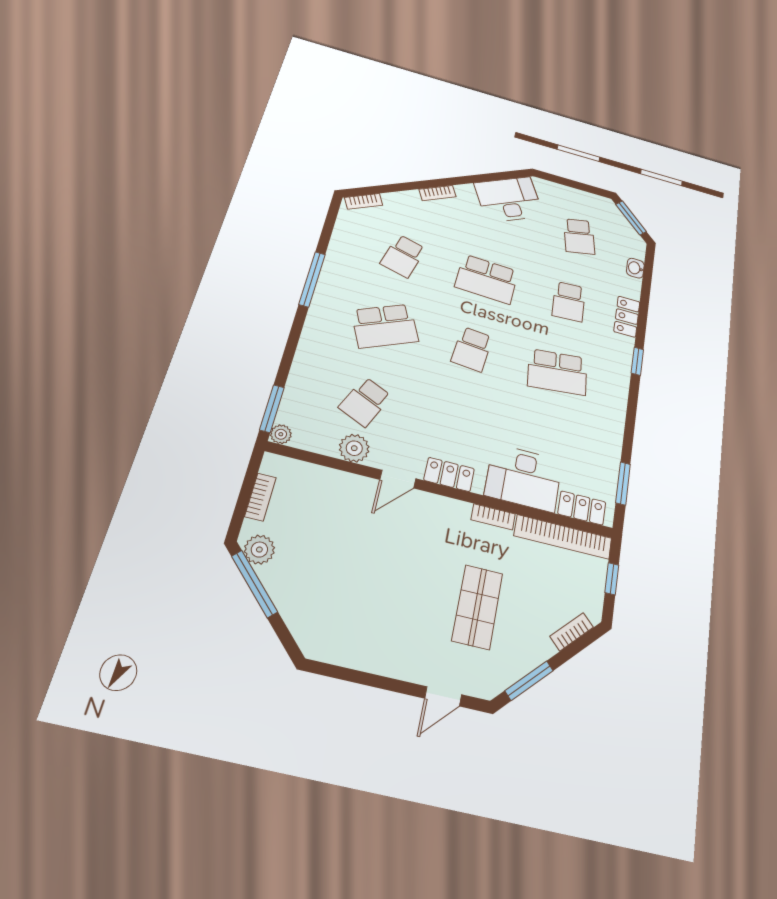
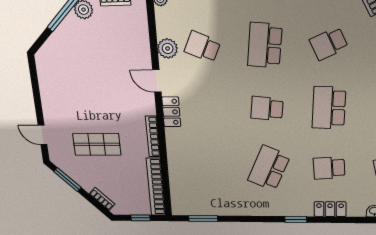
school desk: (403, 256) -> (329, 44), turned -39
school desk: (385, 326) -> (265, 45), turned 30
school desk: (557, 372) -> (269, 168), turned 30
desk: (524, 478) -> (185, 158), removed
locker: (582, 508) -> (178, 196), removed
bookcase: (493, 517) -> (153, 136), width x1.56

